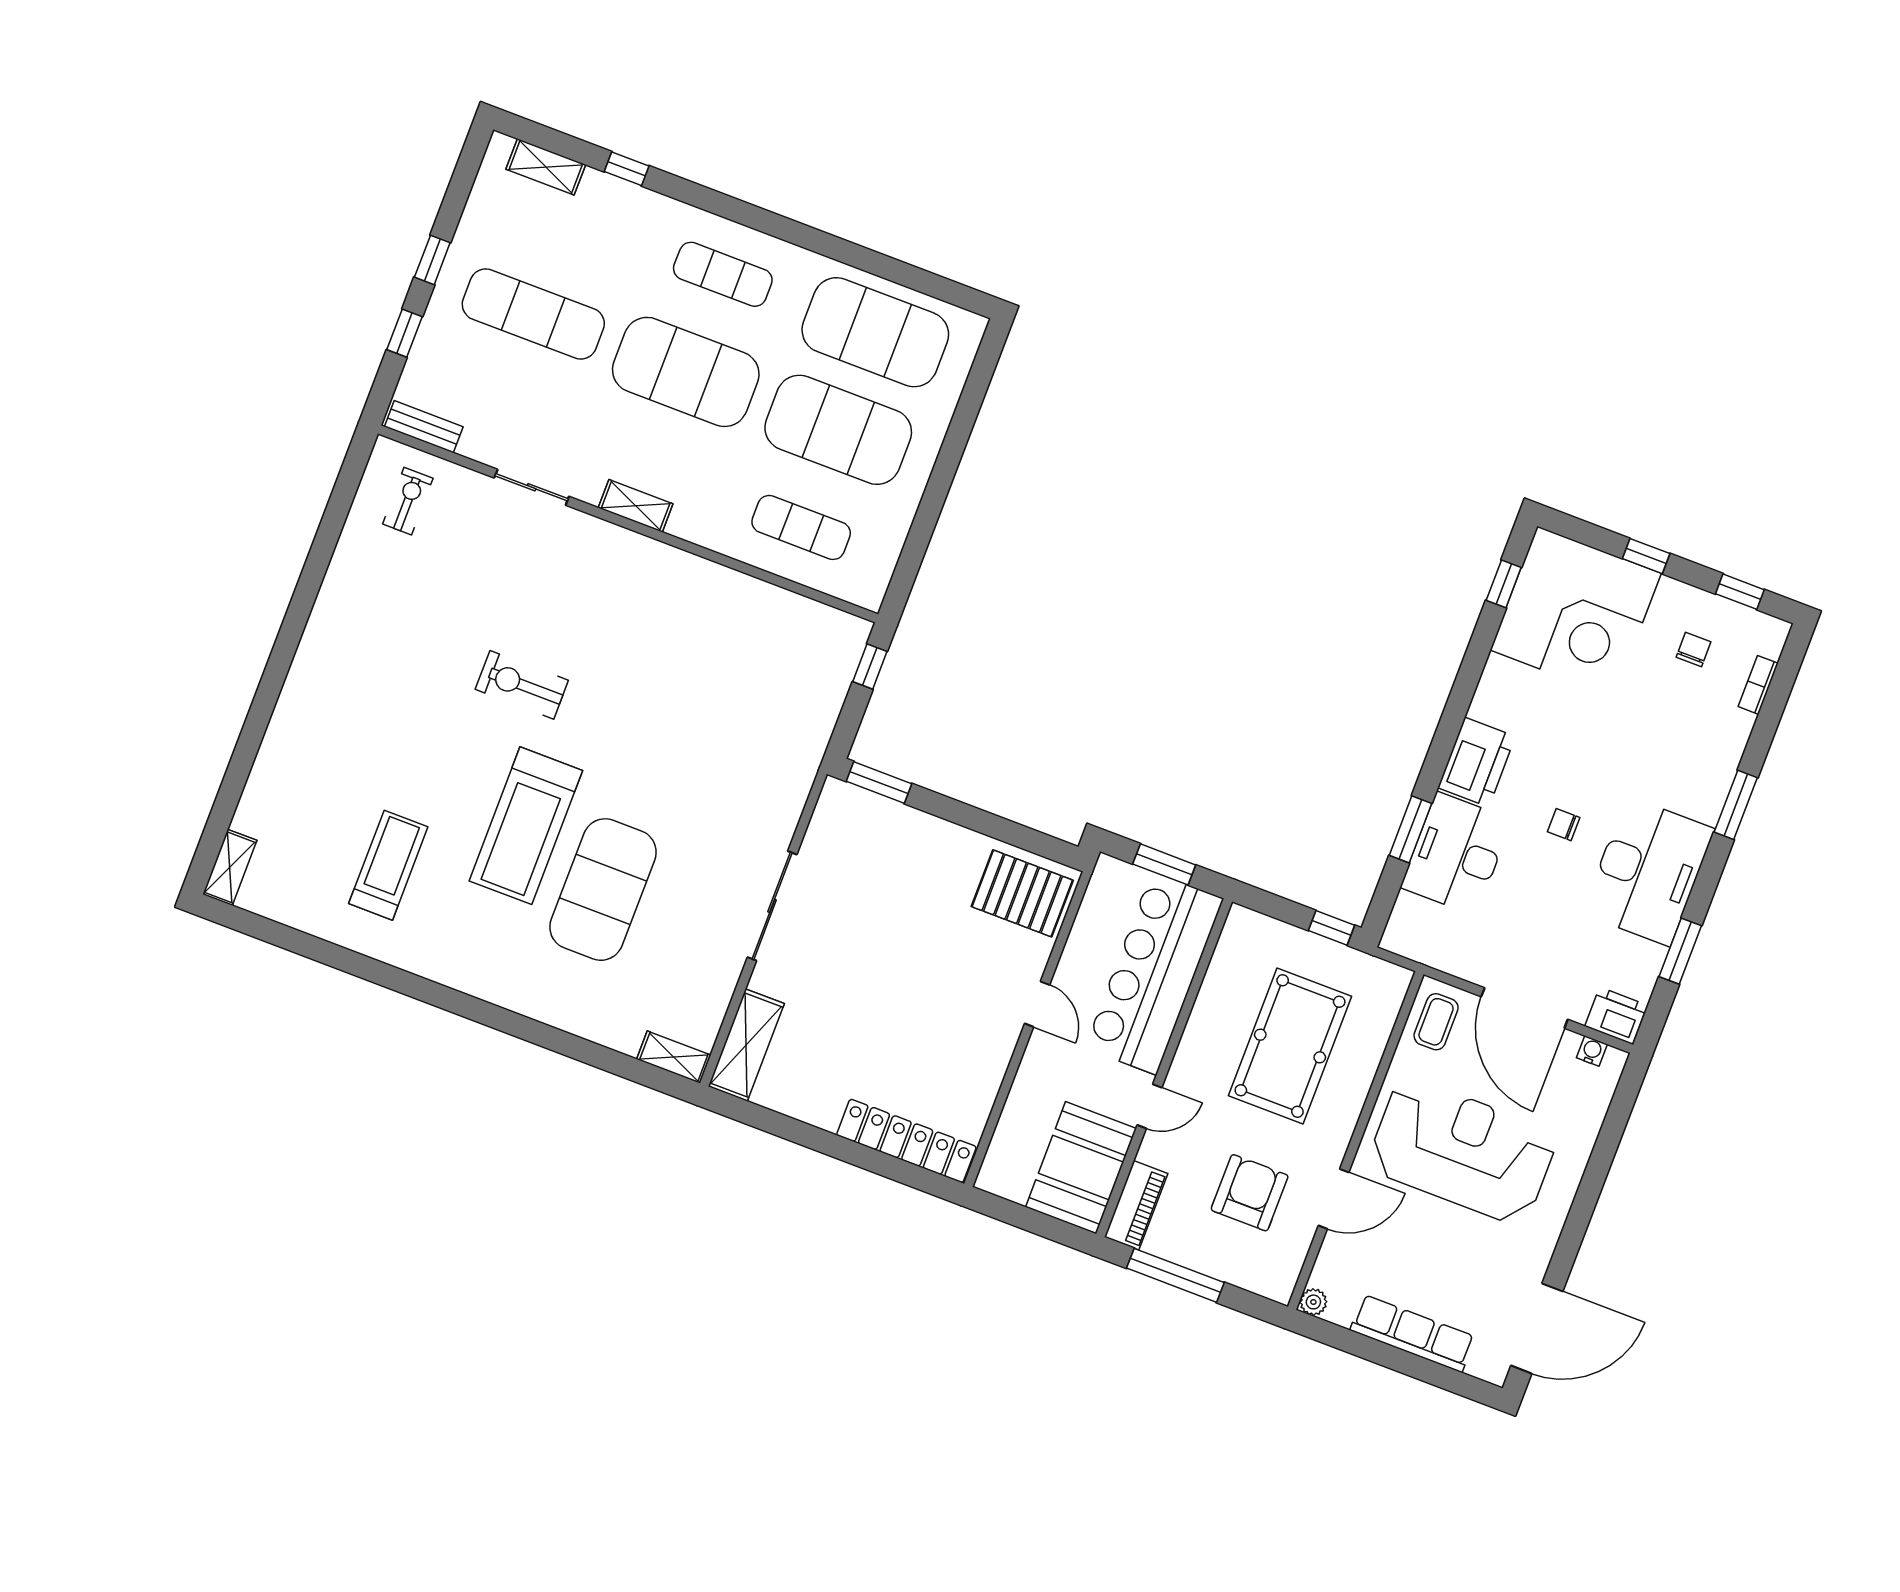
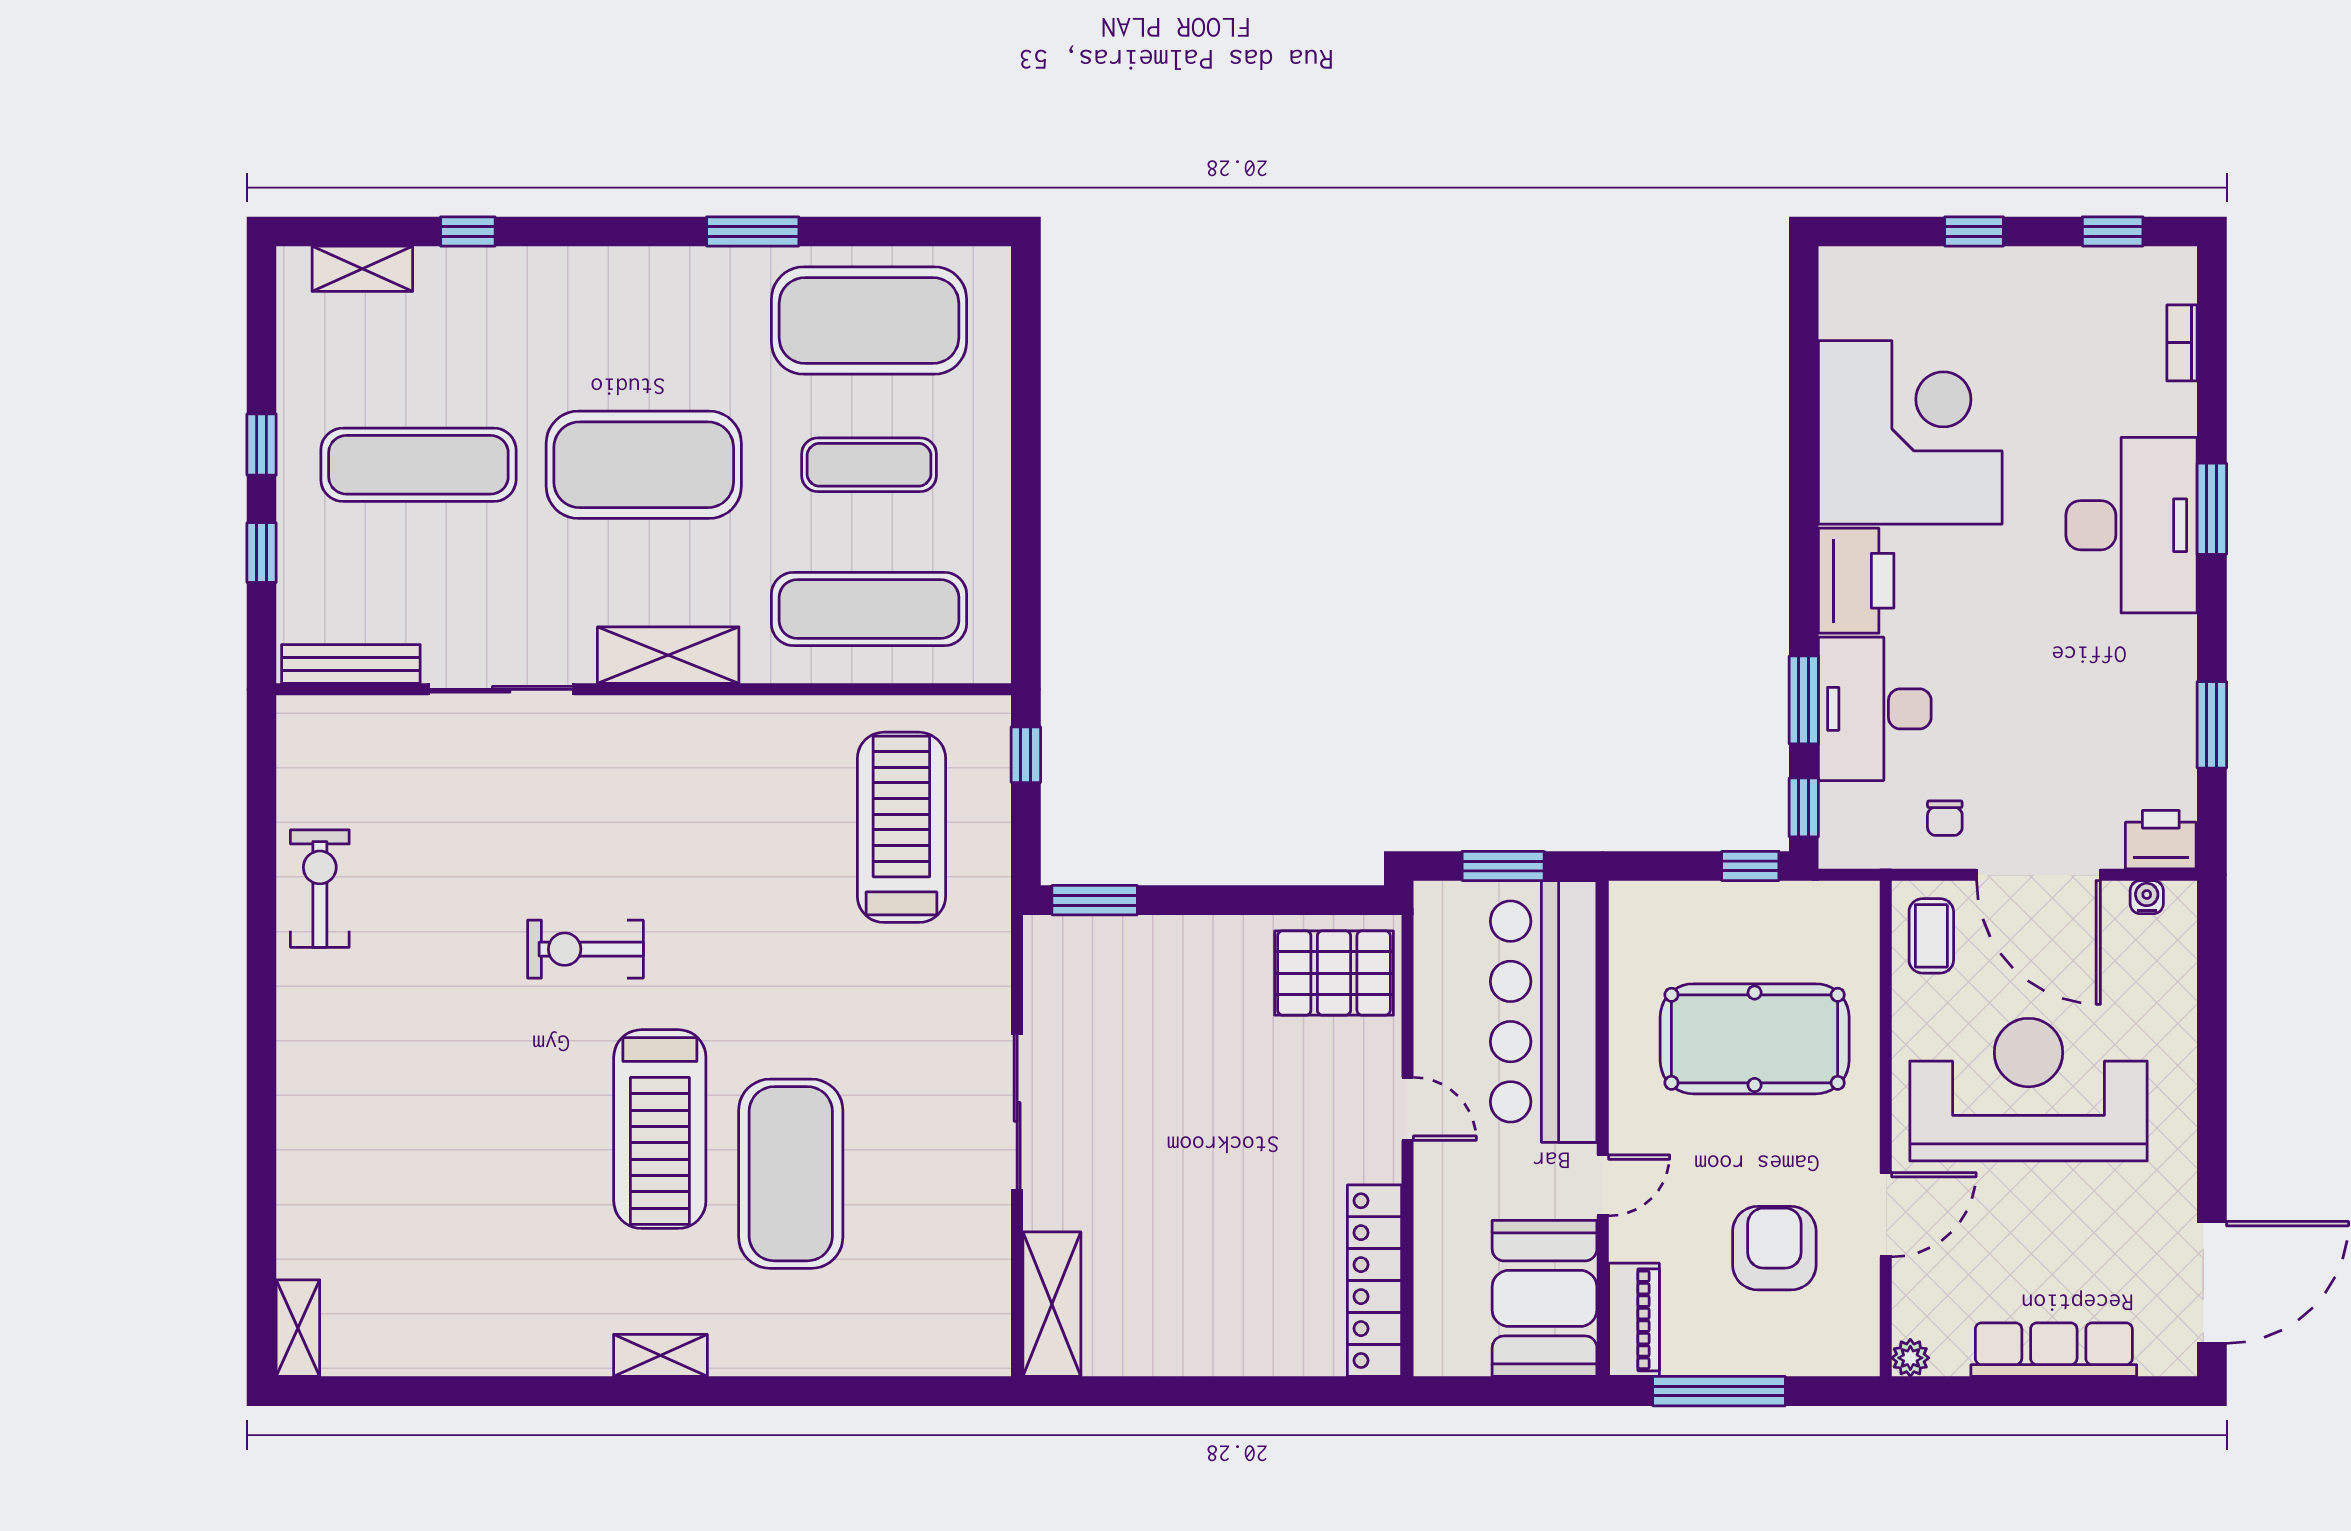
window: (820, 242) -> (753, 231), added
exercise mat: (723, 274) -> (644, 321), removed
bench: (424, 427) -> (351, 664), width x1.36
exercise mat: (838, 430) -> (869, 465), width x0.50, depth x0.69
sliding door: (532, 487) -> (501, 689), width x1.37
exercise bike: (408, 501) -> (320, 889), moved, width x1.38, depth x1.39
shelving: (636, 506) -> (668, 655), width x1.50, depth x1.33
exercise mat: (801, 527) -> (869, 609), width x1.36, depth x1.45
window: (1504, 584) -> (1804, 807), moved
corner desk: (1576, 612) -> (1910, 432), moved, turned -90
chair: (1694, 649) -> (2081, 329), removed
chair: (1564, 825) -> (1945, 818), moved, turned -90
treadmill: (388, 865) -> (901, 827), moved, width x1.37, depth x1.38
desk: (1648, 871) -> (2132, 525), moved
pool table: (1290, 1046) -> (1755, 1039), turned 90
shelving: (674, 1057) -> (660, 1355), moved
locker: (906, 1141) -> (1375, 1281), moved, turned -90

